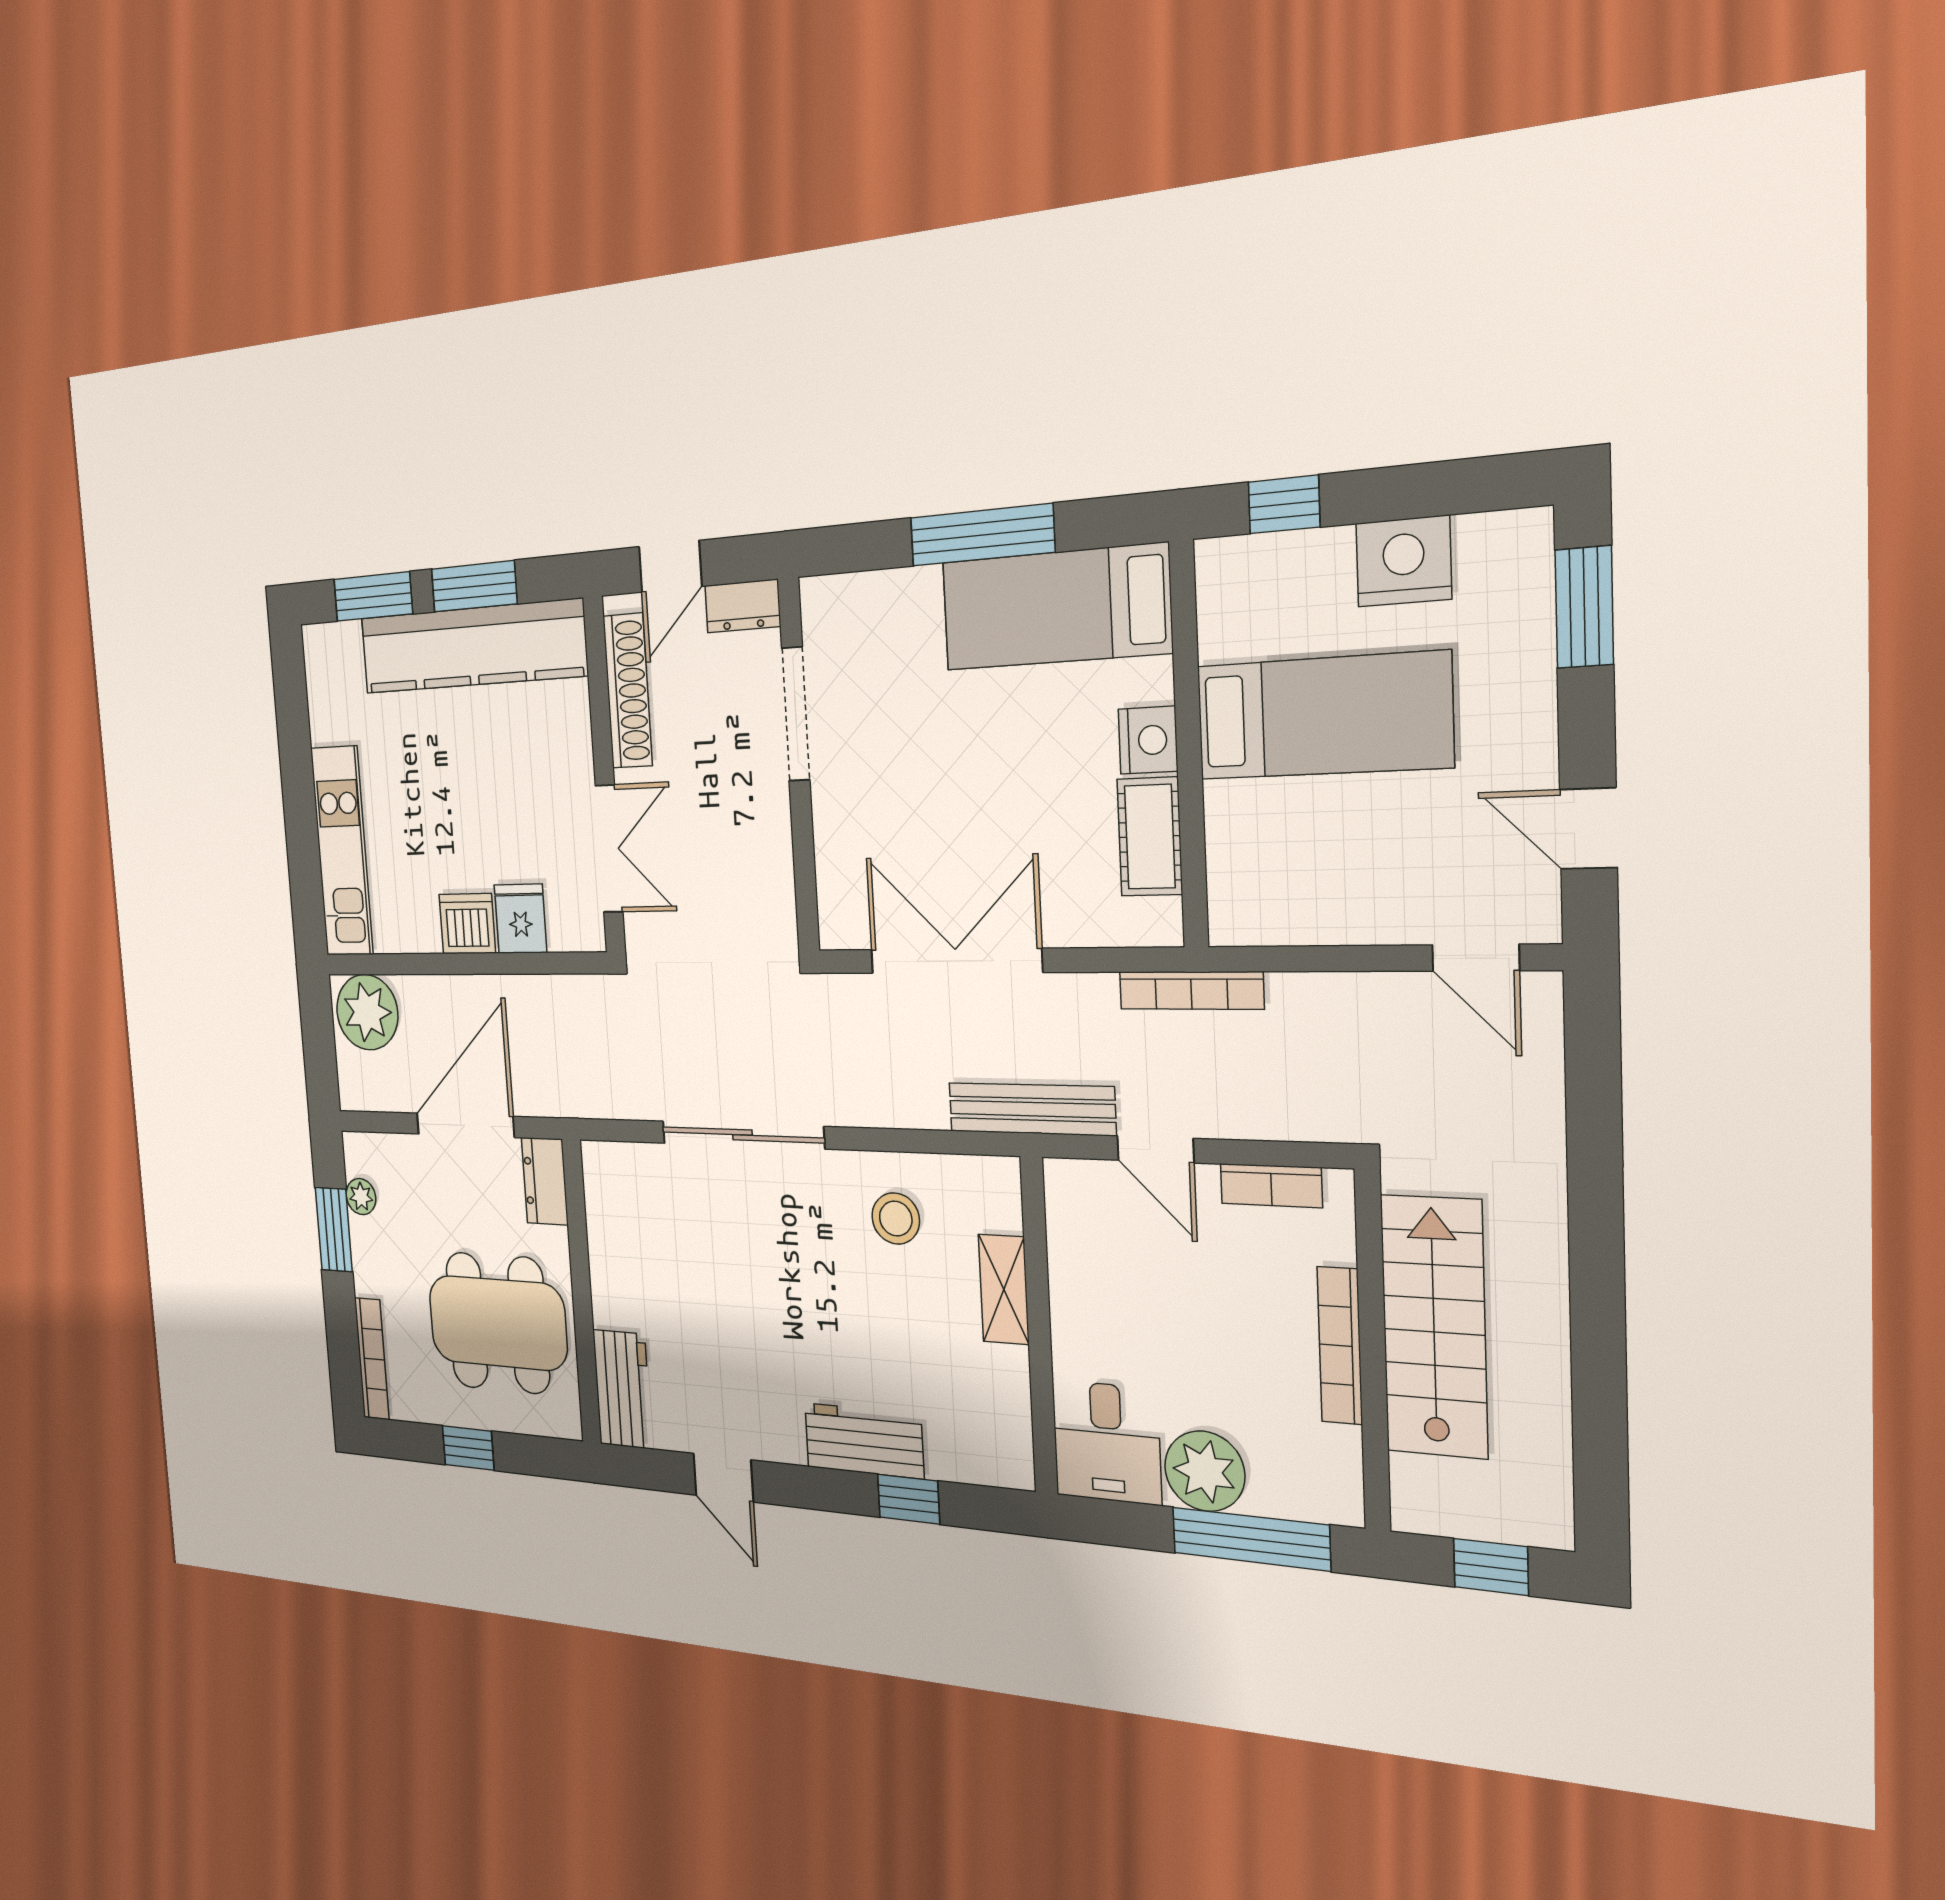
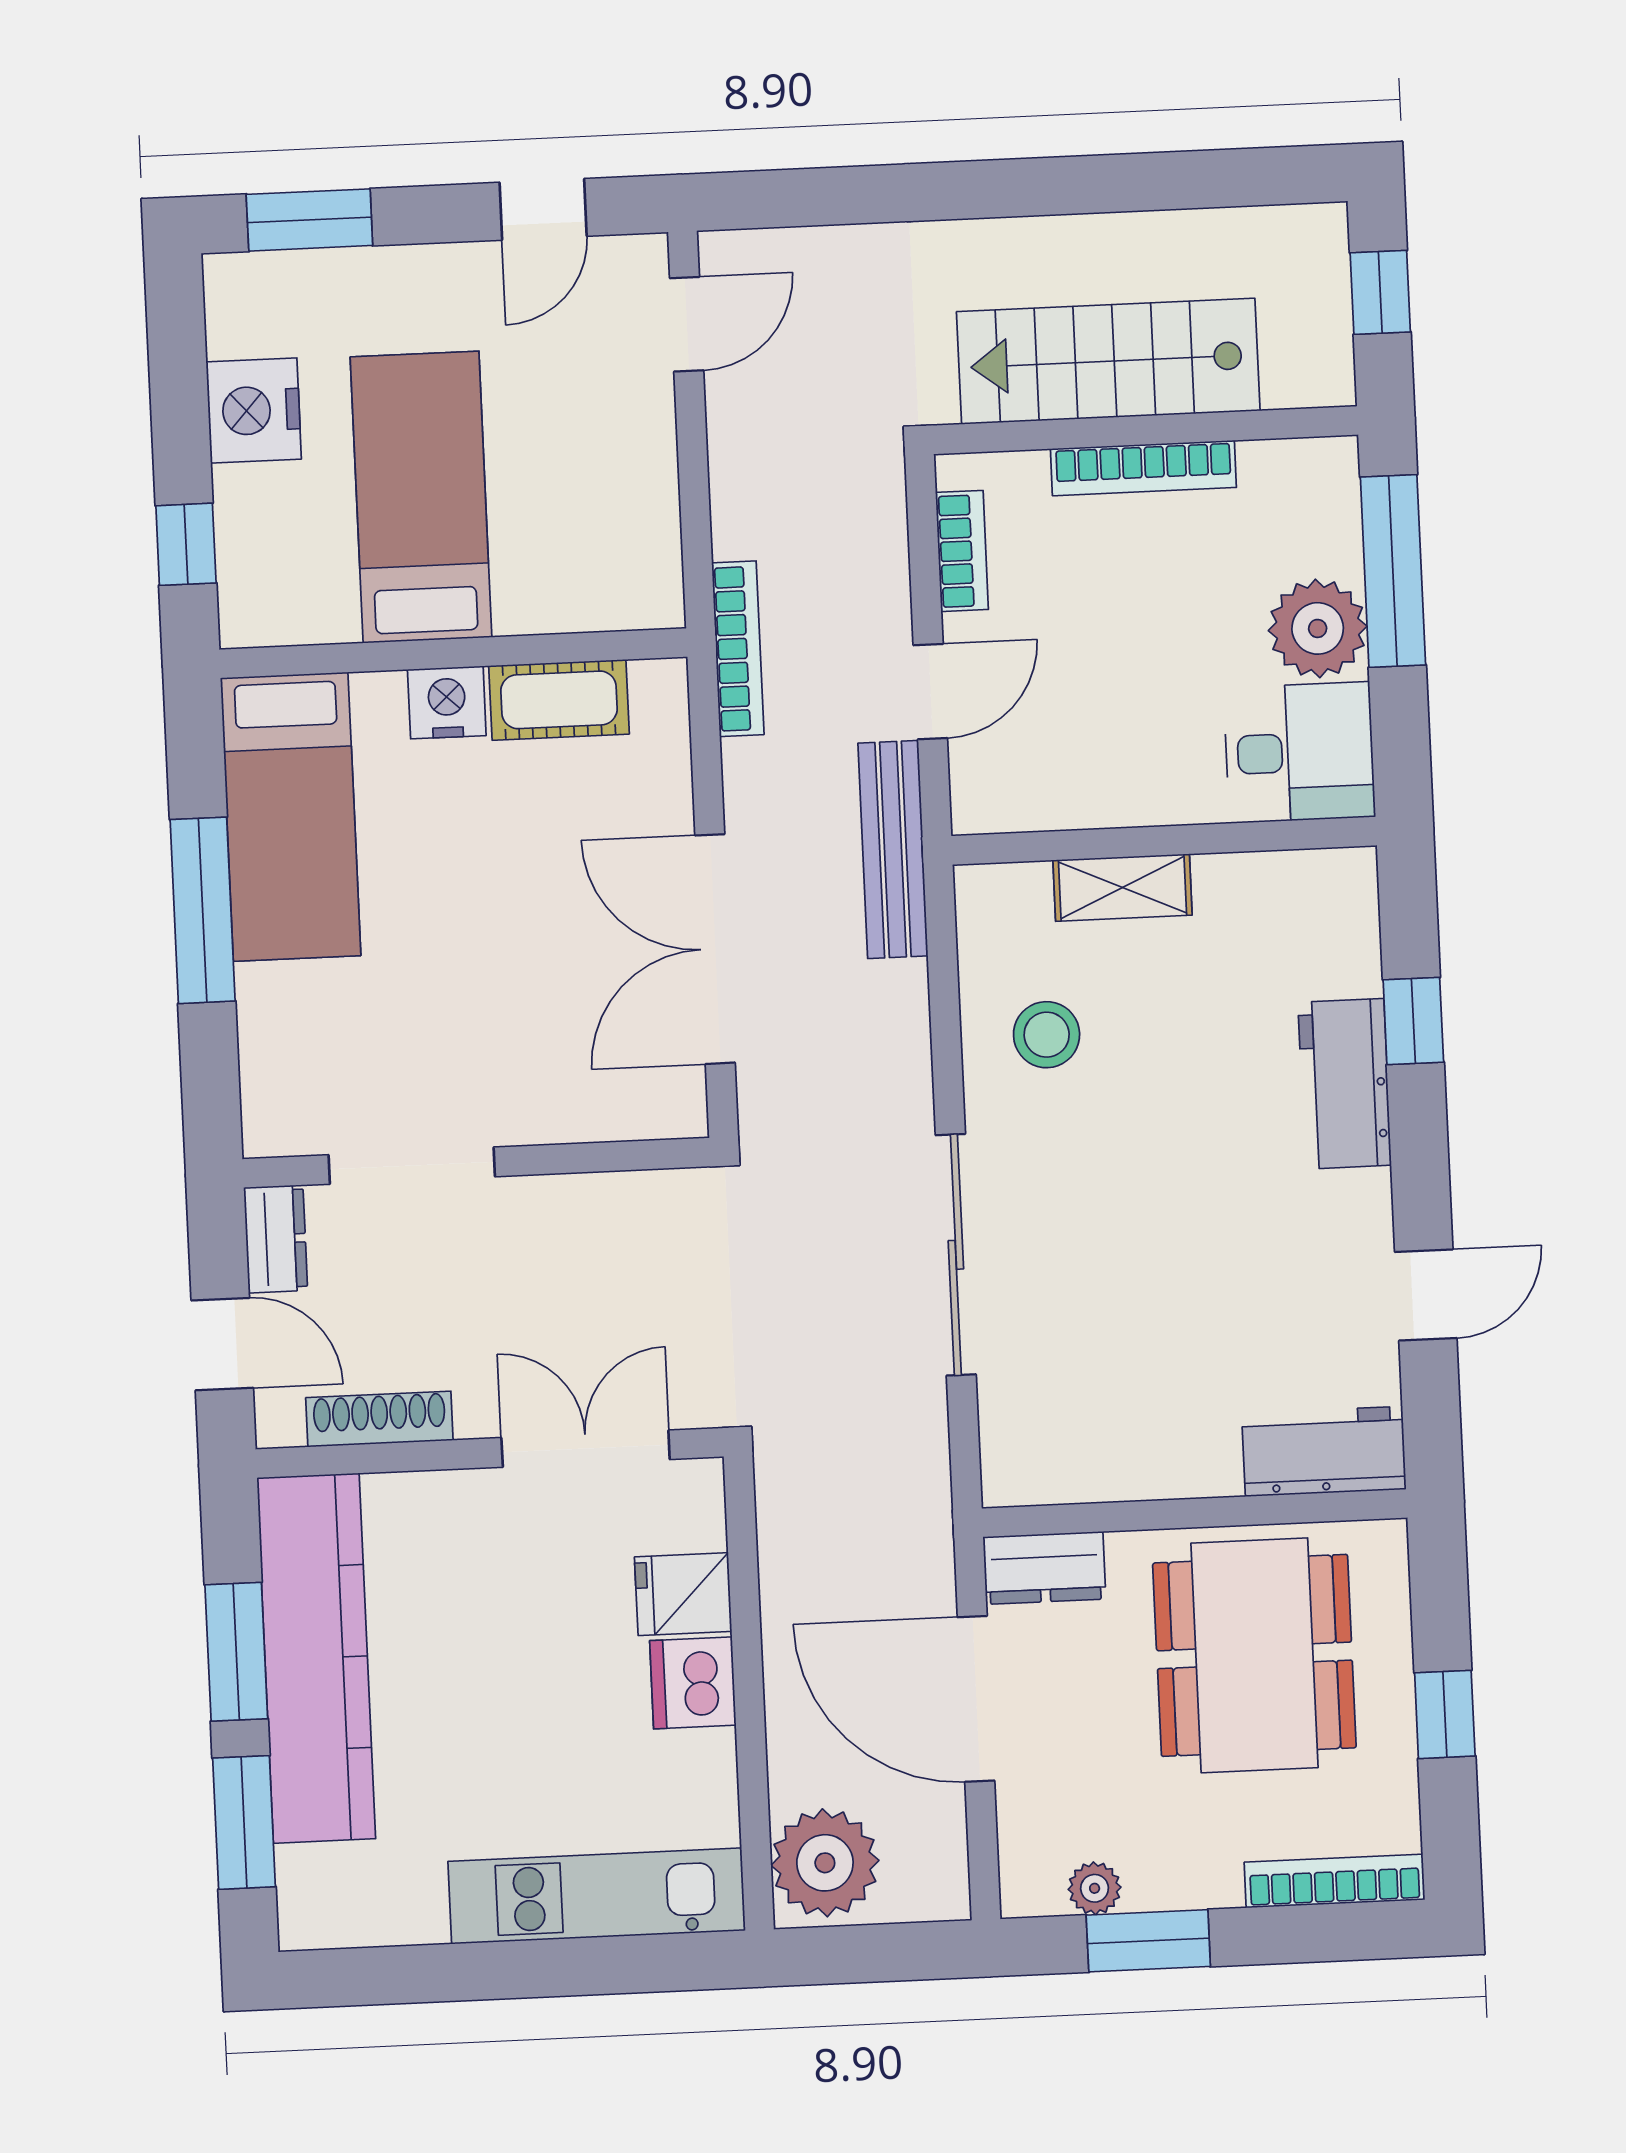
shoe rack: (628, 691) -> (379, 1419), width x0.74, depth x0.81

